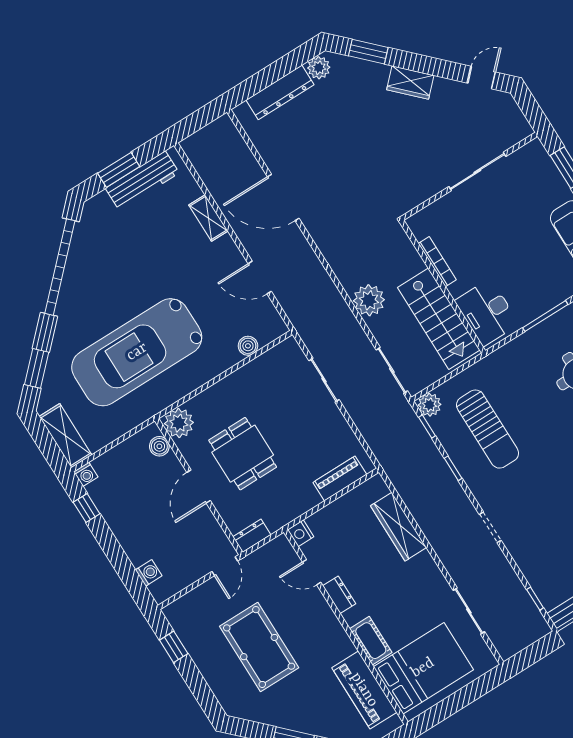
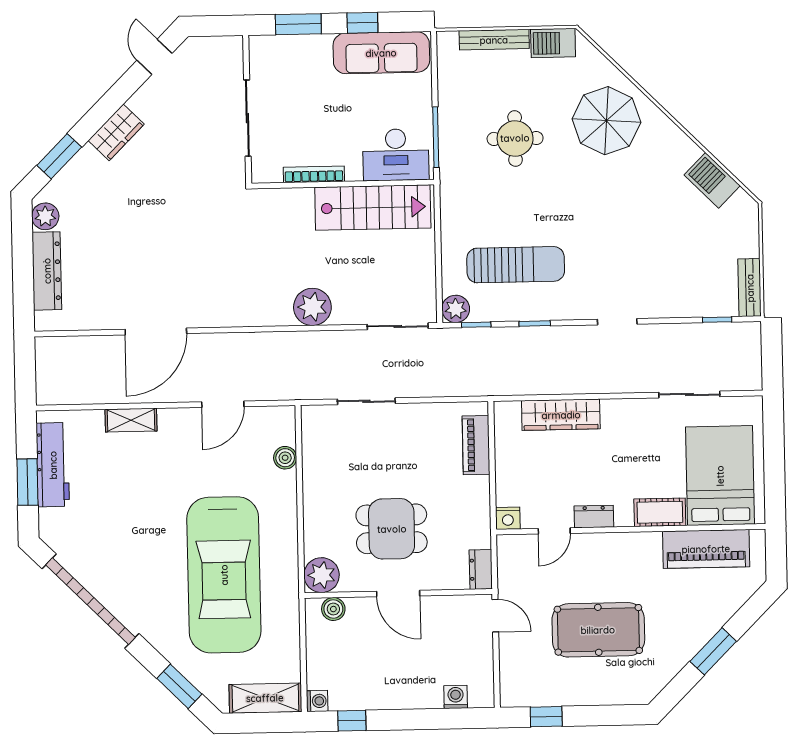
bookcase: (437, 262) -> (314, 174), moved
wall: (443, 287) -> (343, 184), moved
desk: (487, 312) -> (396, 155), moved
stairs: (439, 319) -> (373, 208), moved

